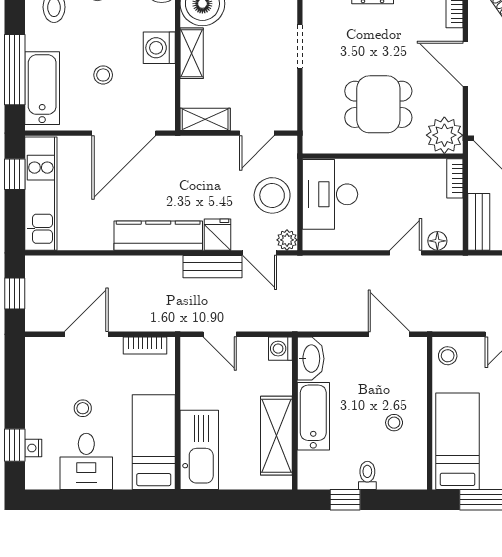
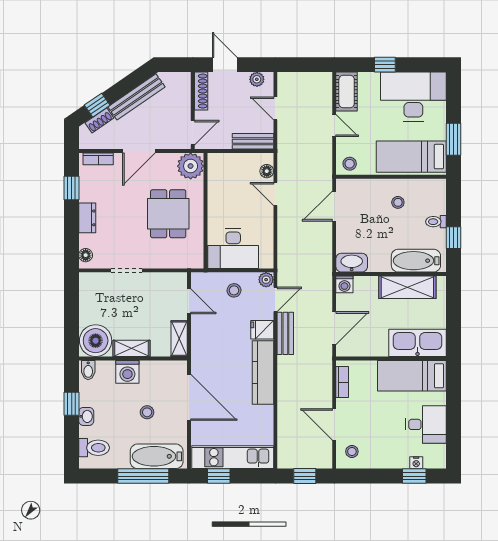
bookcase: (455, 178) -> (222, 158), removed
stool: (272, 195) -> (234, 290), width x0.53, depth x0.53
door: (220, 334) -> (334, 328), width x1.37
stool: (83, 408) -> (352, 451), moved
bathtub: (313, 416) -> (416, 261), moved

